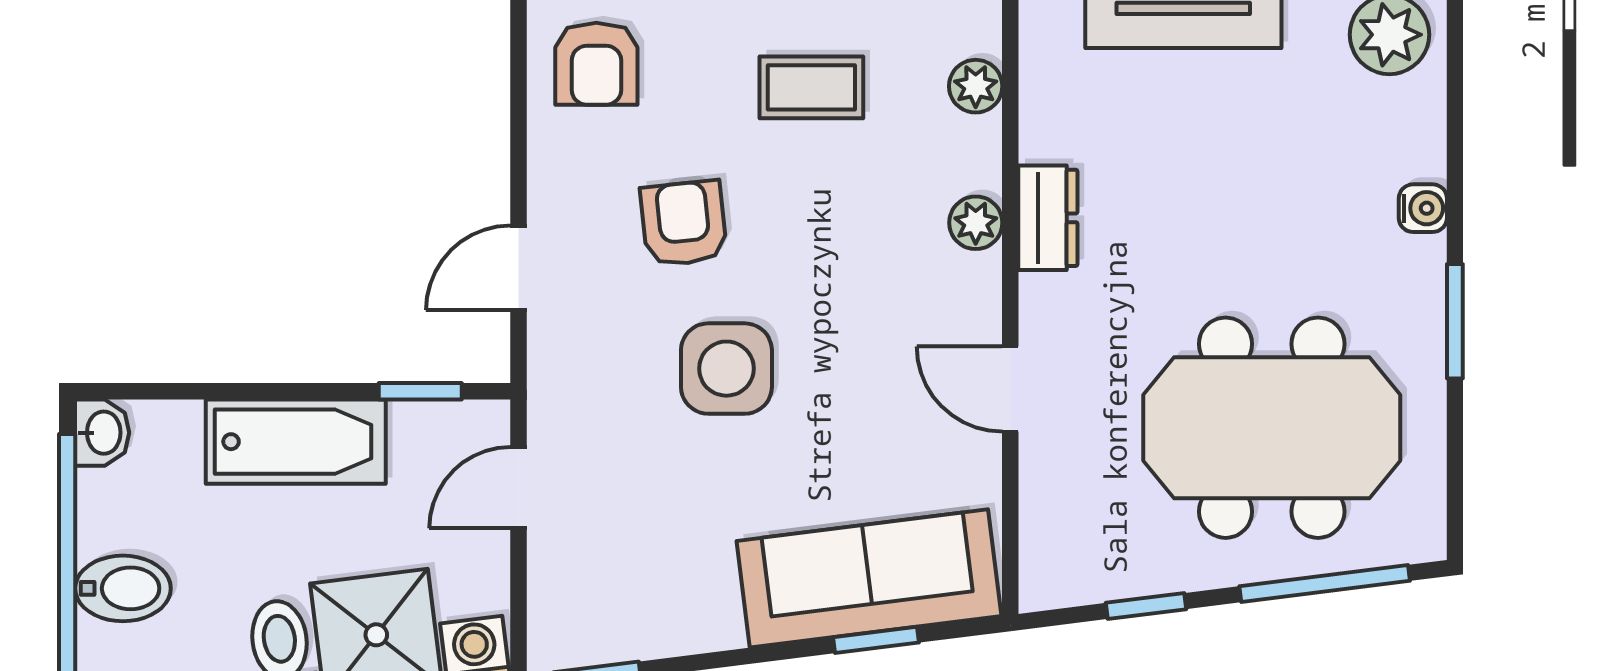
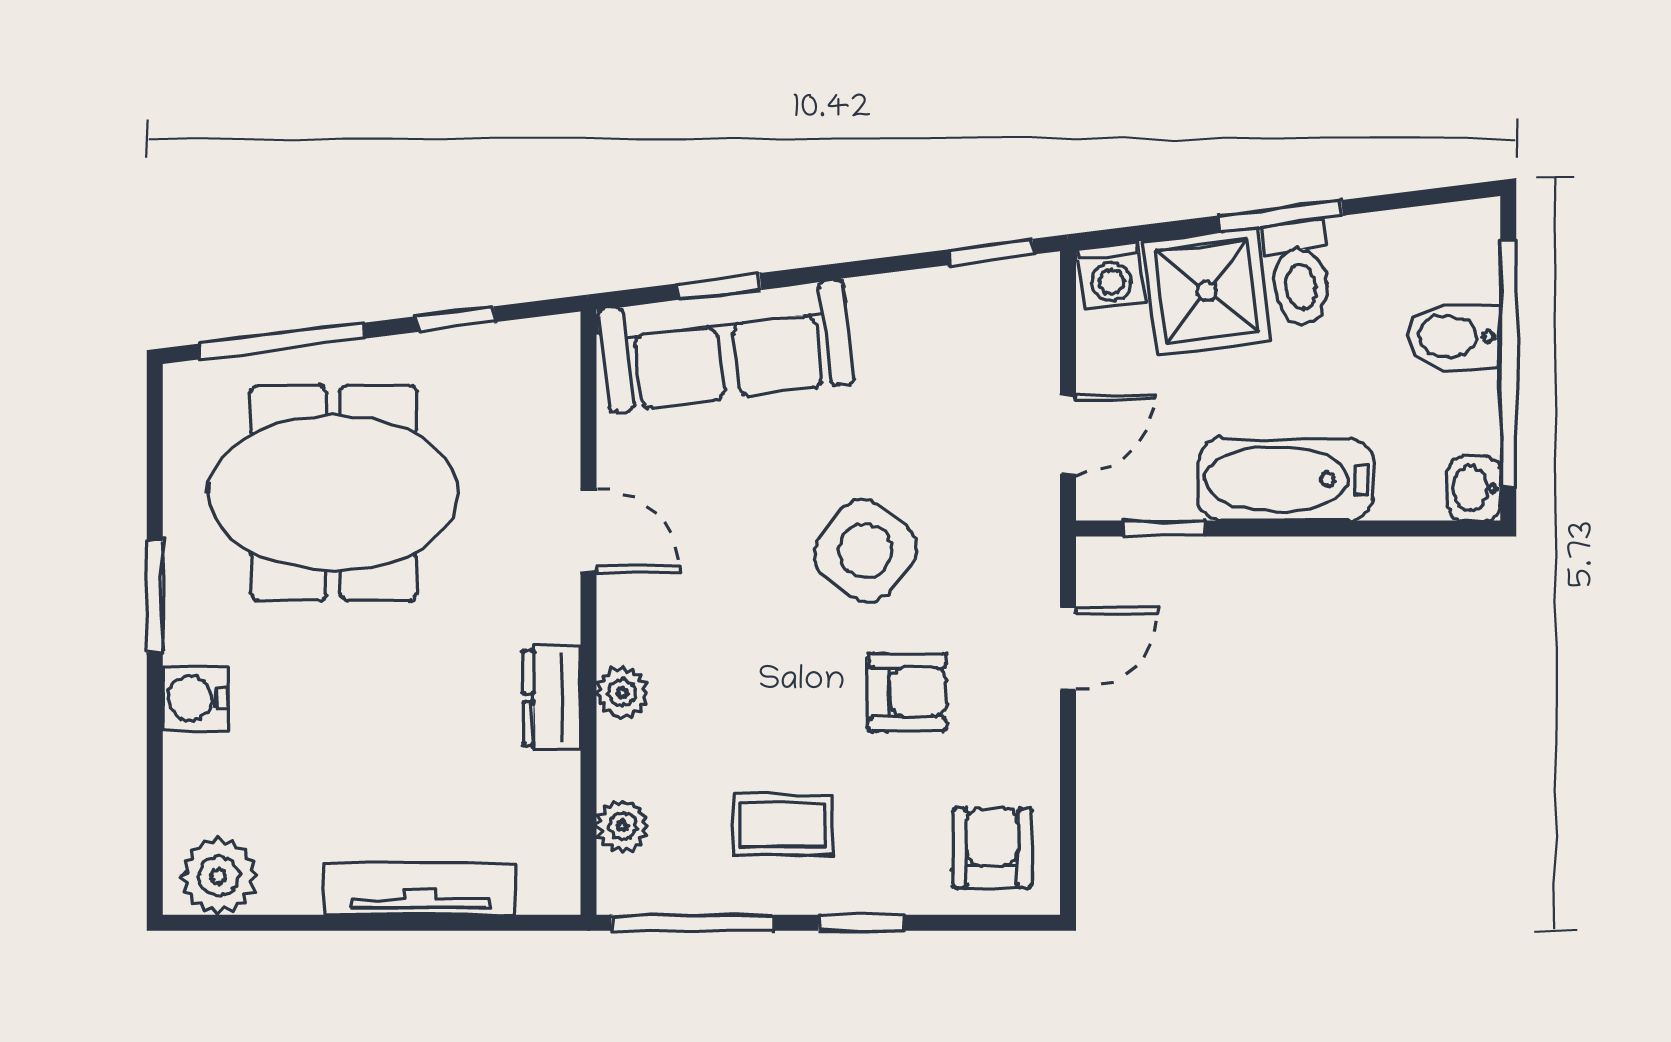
water cooler: (1423, 208) -> (195, 698), width x1.38, depth x1.38
armchair: (684, 223) -> (907, 692), turned -84
side table: (726, 369) -> (865, 551), turned 37

